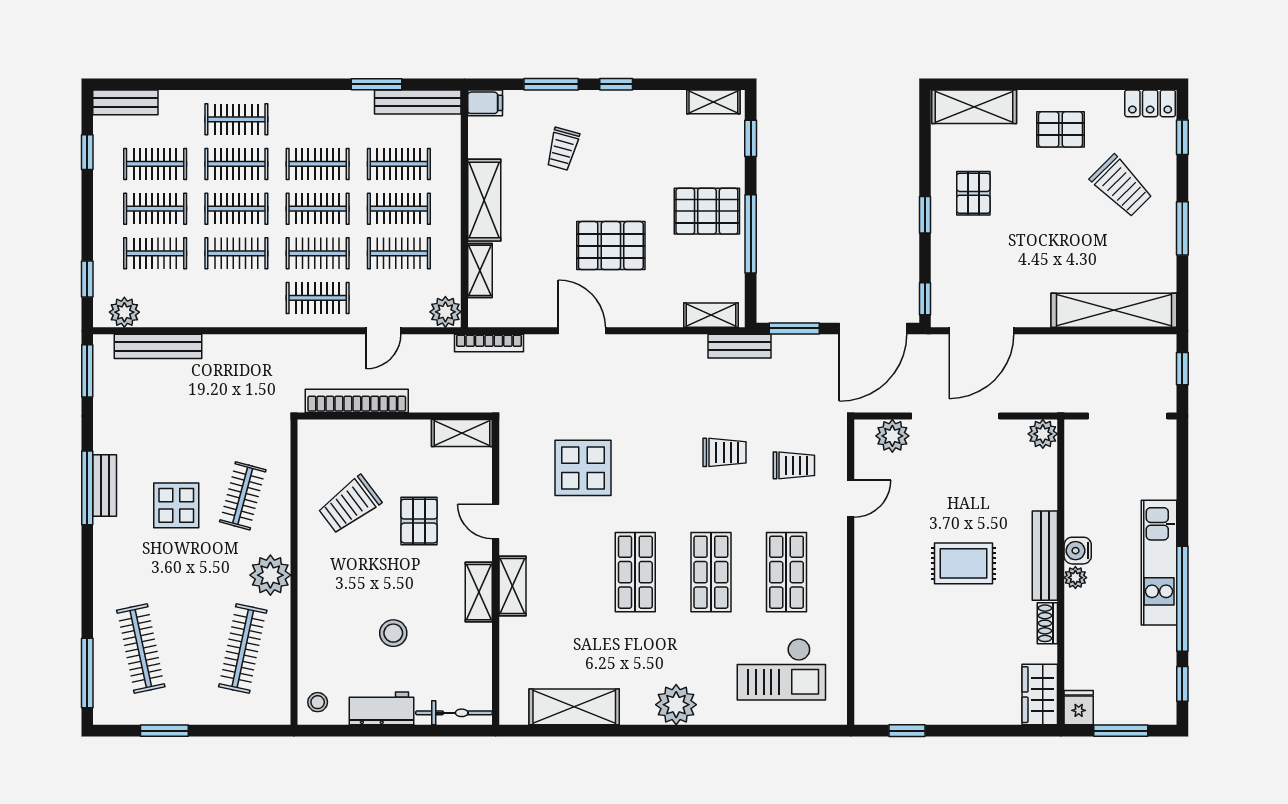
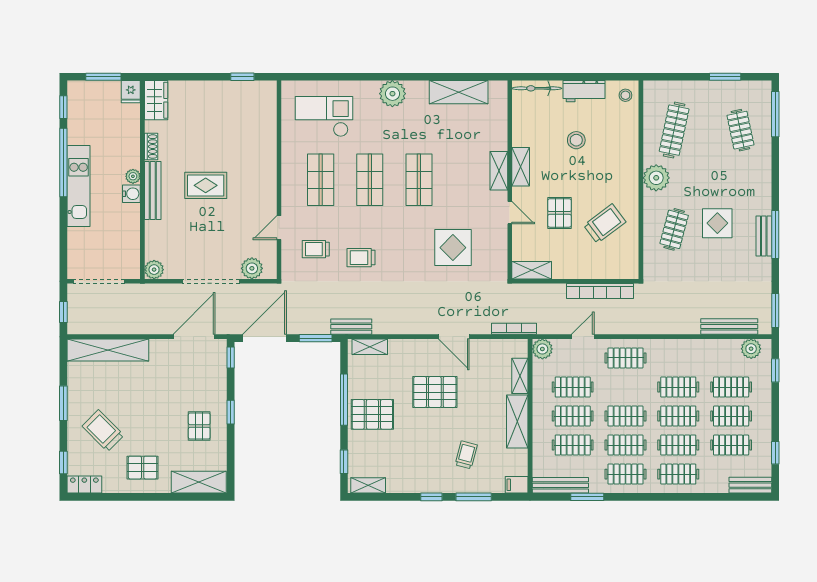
clothes rail: (318, 253) -> (625, 474), moved
clothes rail: (141, 649) -> (740, 130), width x0.73

